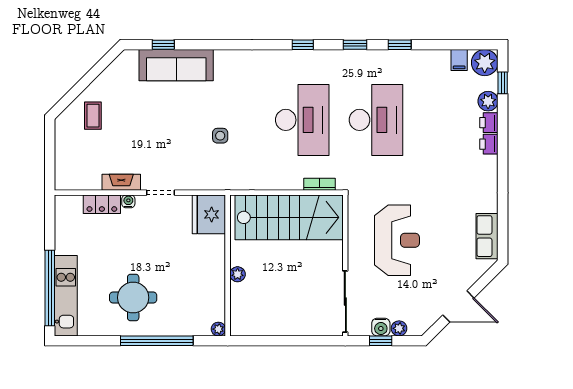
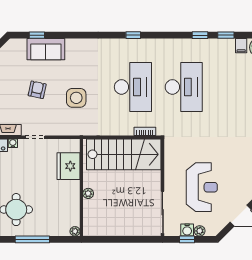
window: (355, 45) -> (226, 35), moved
sofa: (176, 65) -> (46, 49), width x0.73
armchair: (164, 124) -> (37, 90), added
side table: (220, 136) -> (76, 98), width x1.87, depth x1.87
fridge: (209, 214) -> (68, 166), moved
reception desk: (397, 240) -> (202, 187), moved
window: (157, 341) -> (32, 239), width x0.68

